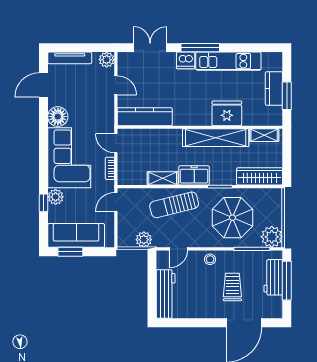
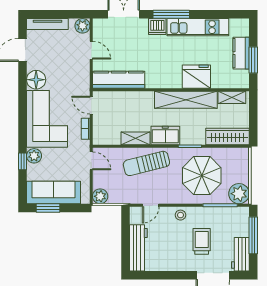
door: (116, 202) -> (91, 161), swing flipped
plant: (144, 240) -> (100, 196), moved
workbench: (273, 277) -> (240, 254), moved

